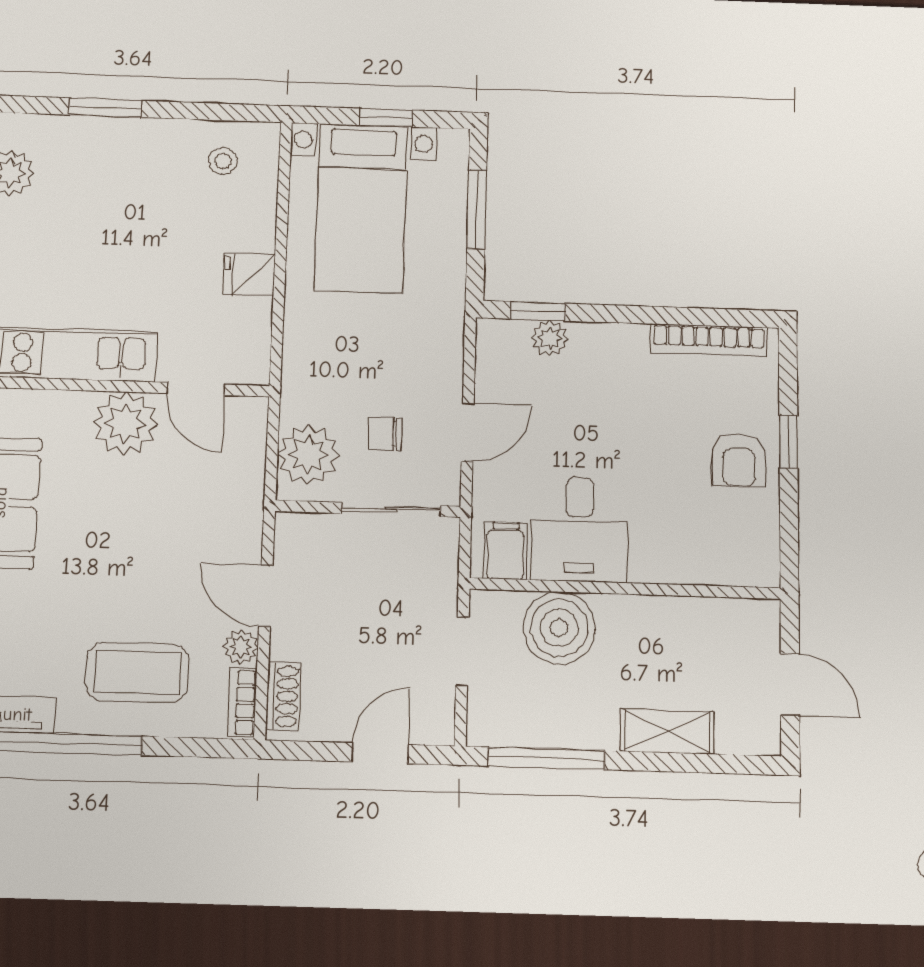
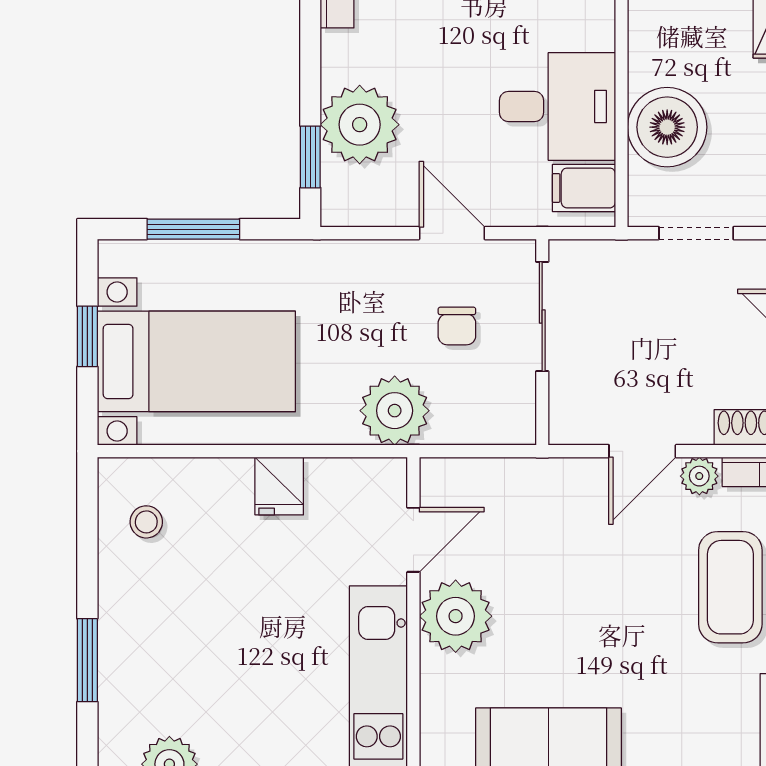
plant: (550, 338) -> (360, 125), width x1.88, depth x1.88
plant: (308, 455) -> (395, 411), moved

